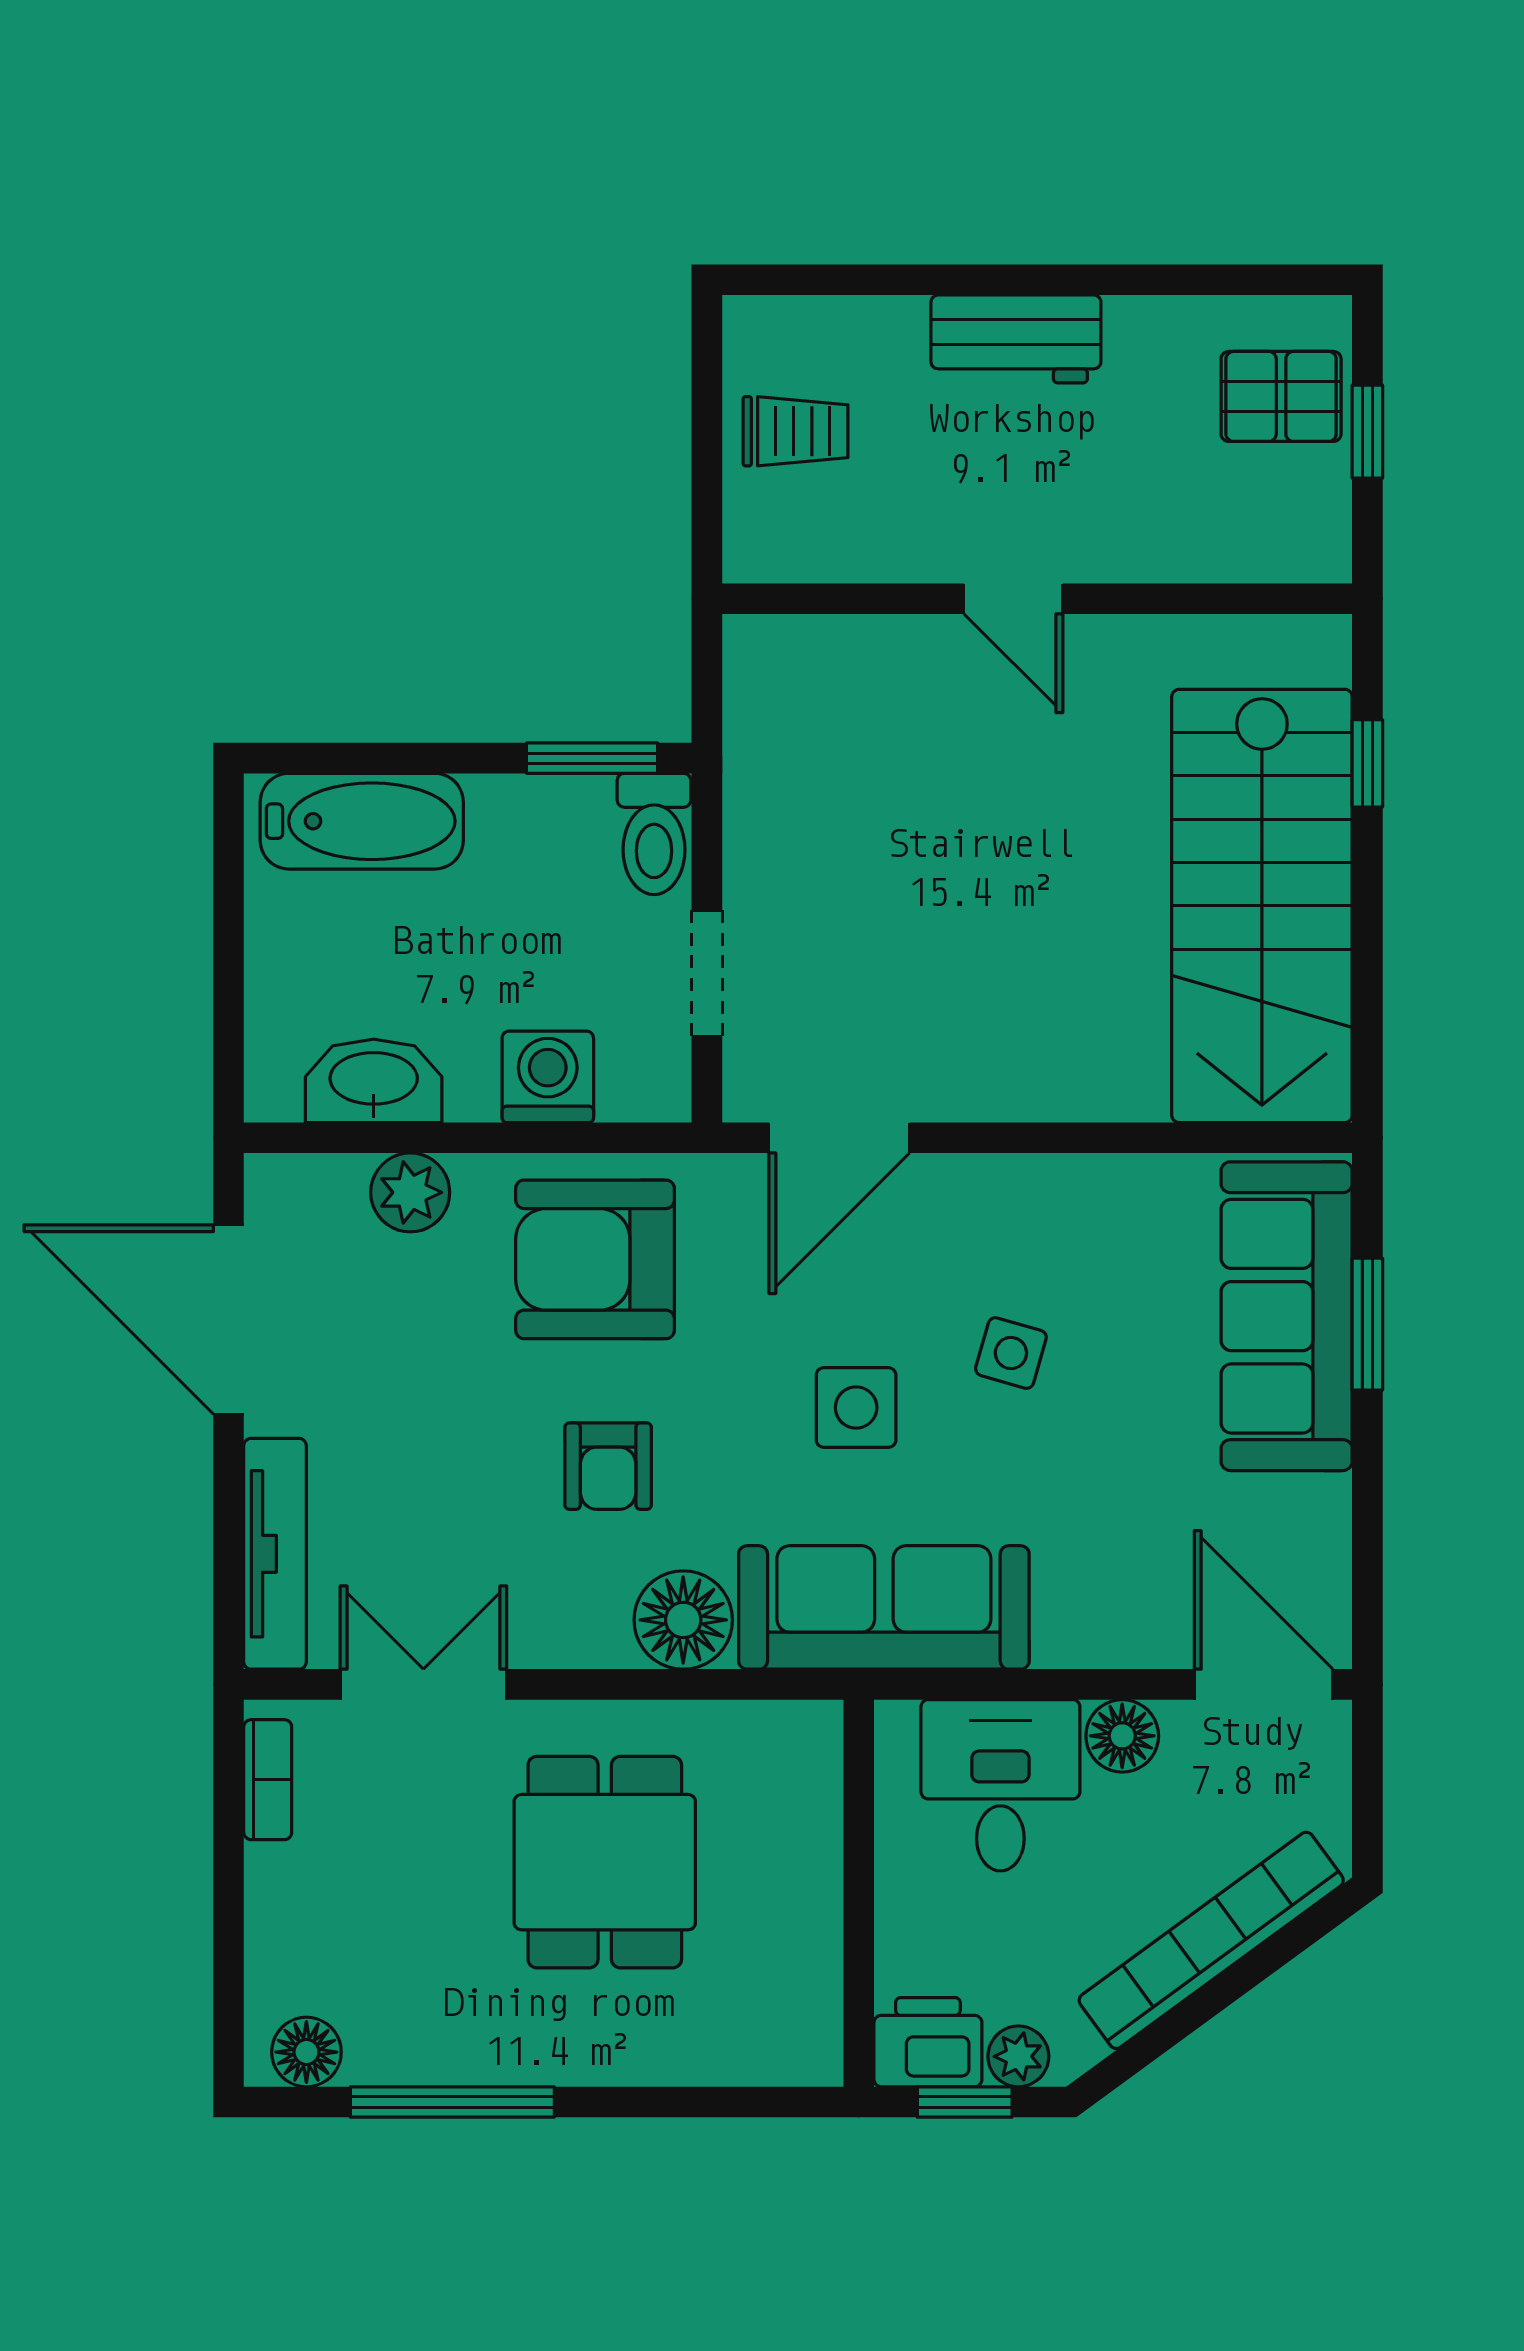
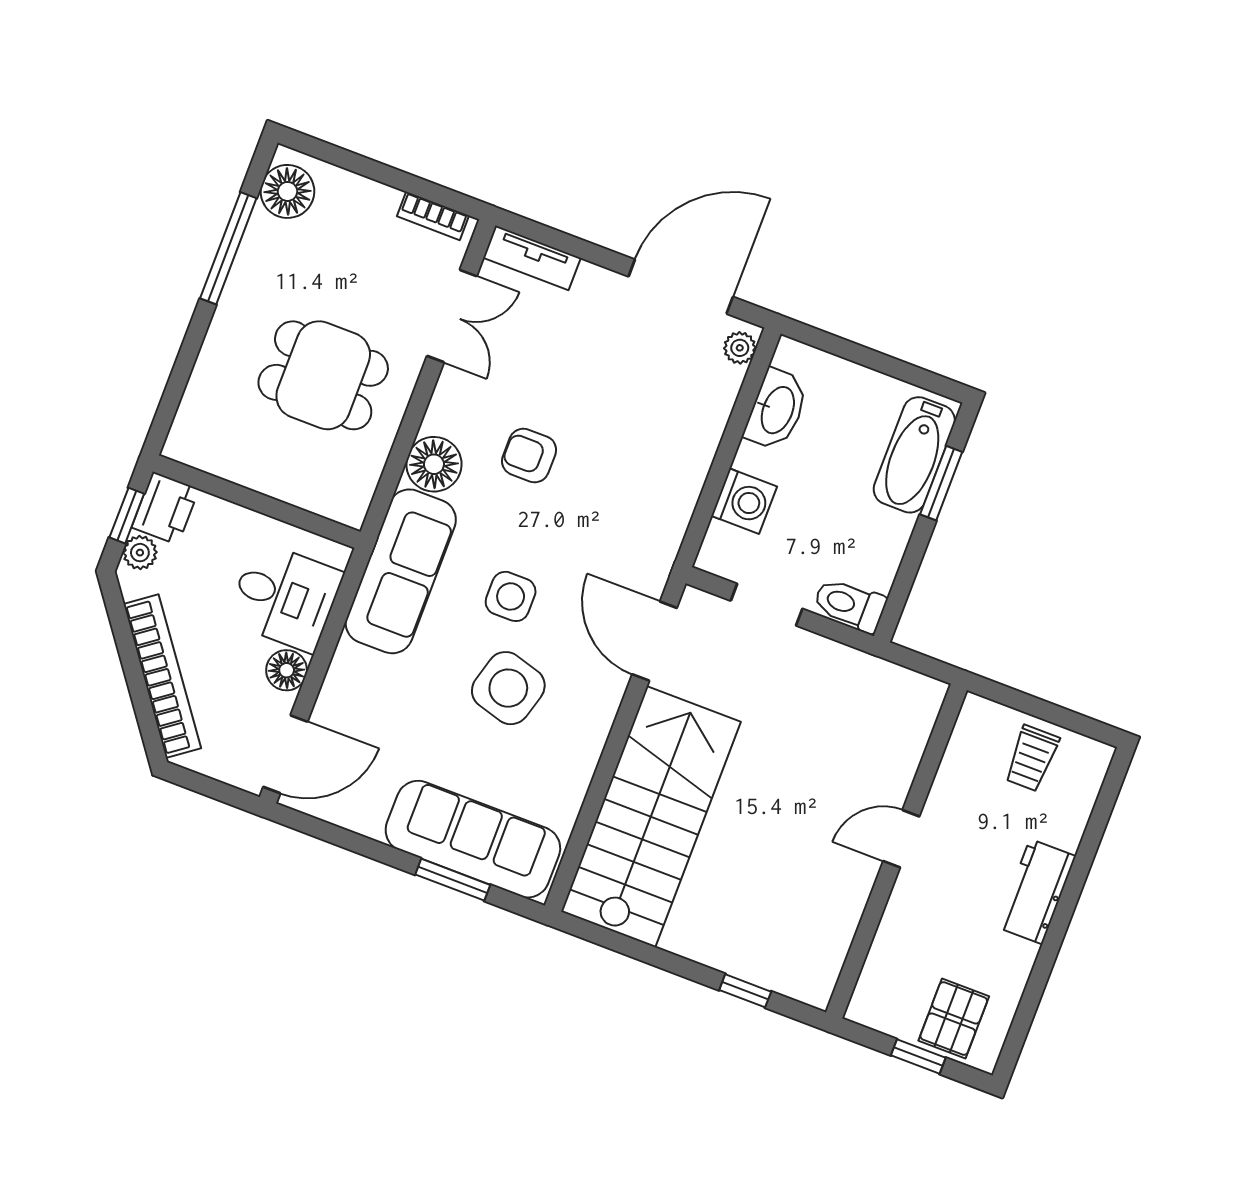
window: (592, 758) -> (941, 483), moved
stairs: (1262, 906) -> (651, 817), moved, turned 90
plant: (410, 1192) -> (740, 348), moved, width x0.73, depth x0.73
armchair: (595, 1259) -> (640, 490), removed
side table: (1011, 1353) -> (508, 688), width x1.87, depth x1.87
tv unit: (275, 1554) -> (532, 258), width x0.71
floor lamp: (306, 2052) -> (287, 191), width x1.38, depth x1.38

